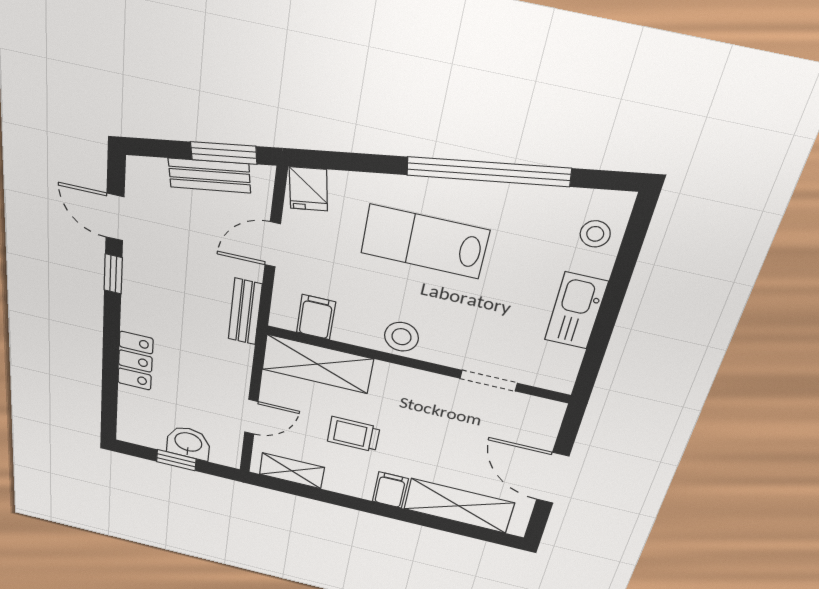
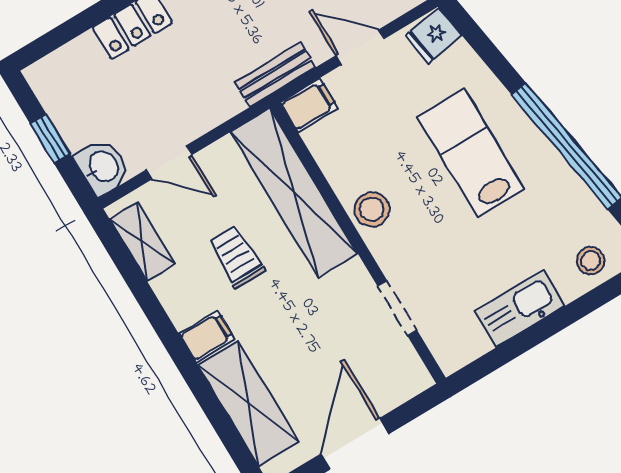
filing cabinet: (316, 317) -> (309, 105), moved
shelving: (317, 364) -> (294, 193), width x1.47
washbasin: (188, 443) -> (103, 167), moved

